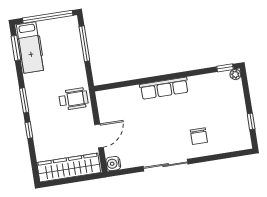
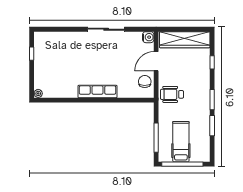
hospital bed: (30, 47) -> (181, 142), moved
window: (16, 48) -> (212, 126), moved
window: (225, 68) -> (46, 100), removed
window: (29, 130) -> (212, 62), moved
chair: (199, 136) -> (145, 82), moved

